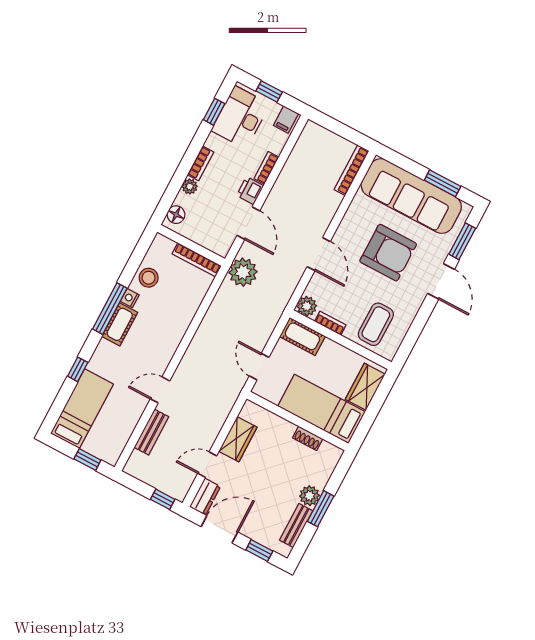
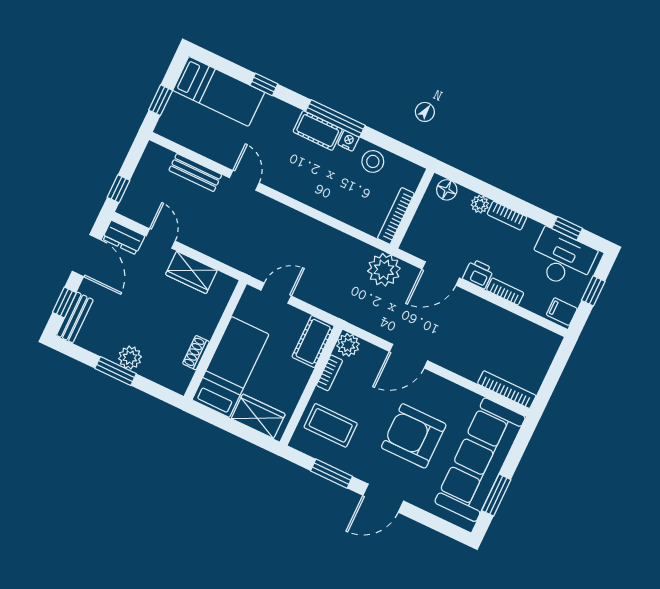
window: (462, 241) -> (331, 474), moved
armchair: (388, 253) -> (414, 436), turned 90
bench: (296, 525) -> (75, 317), moved, turned 90

